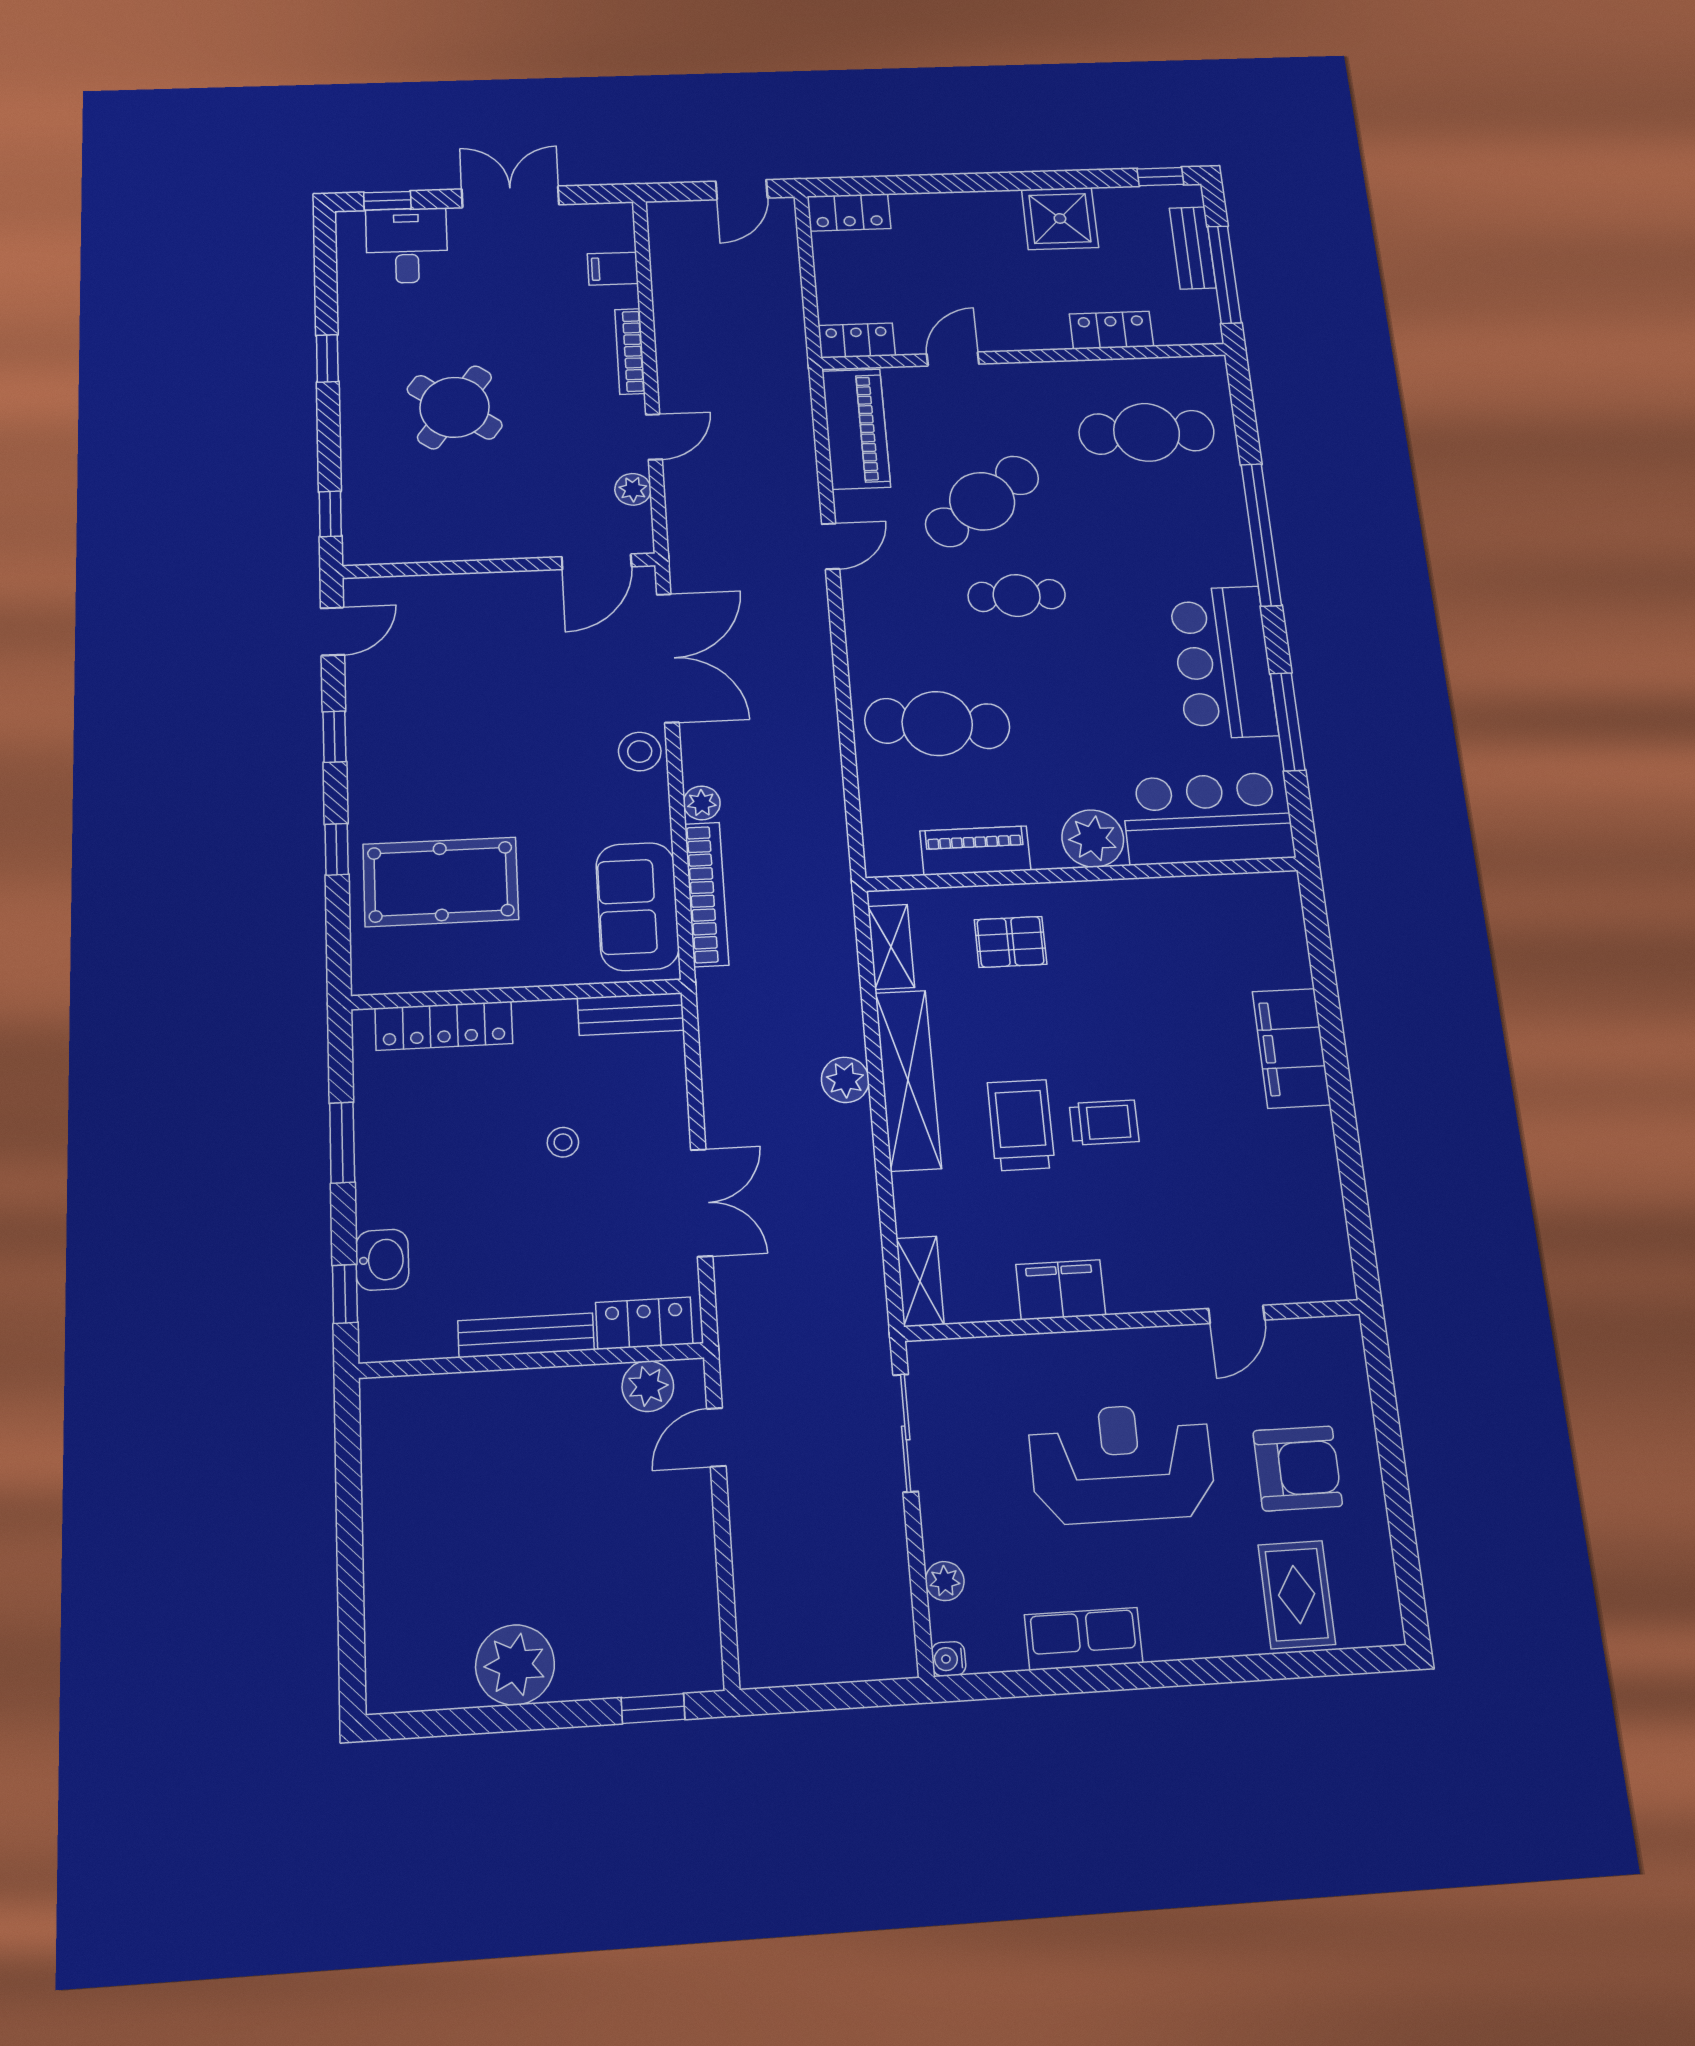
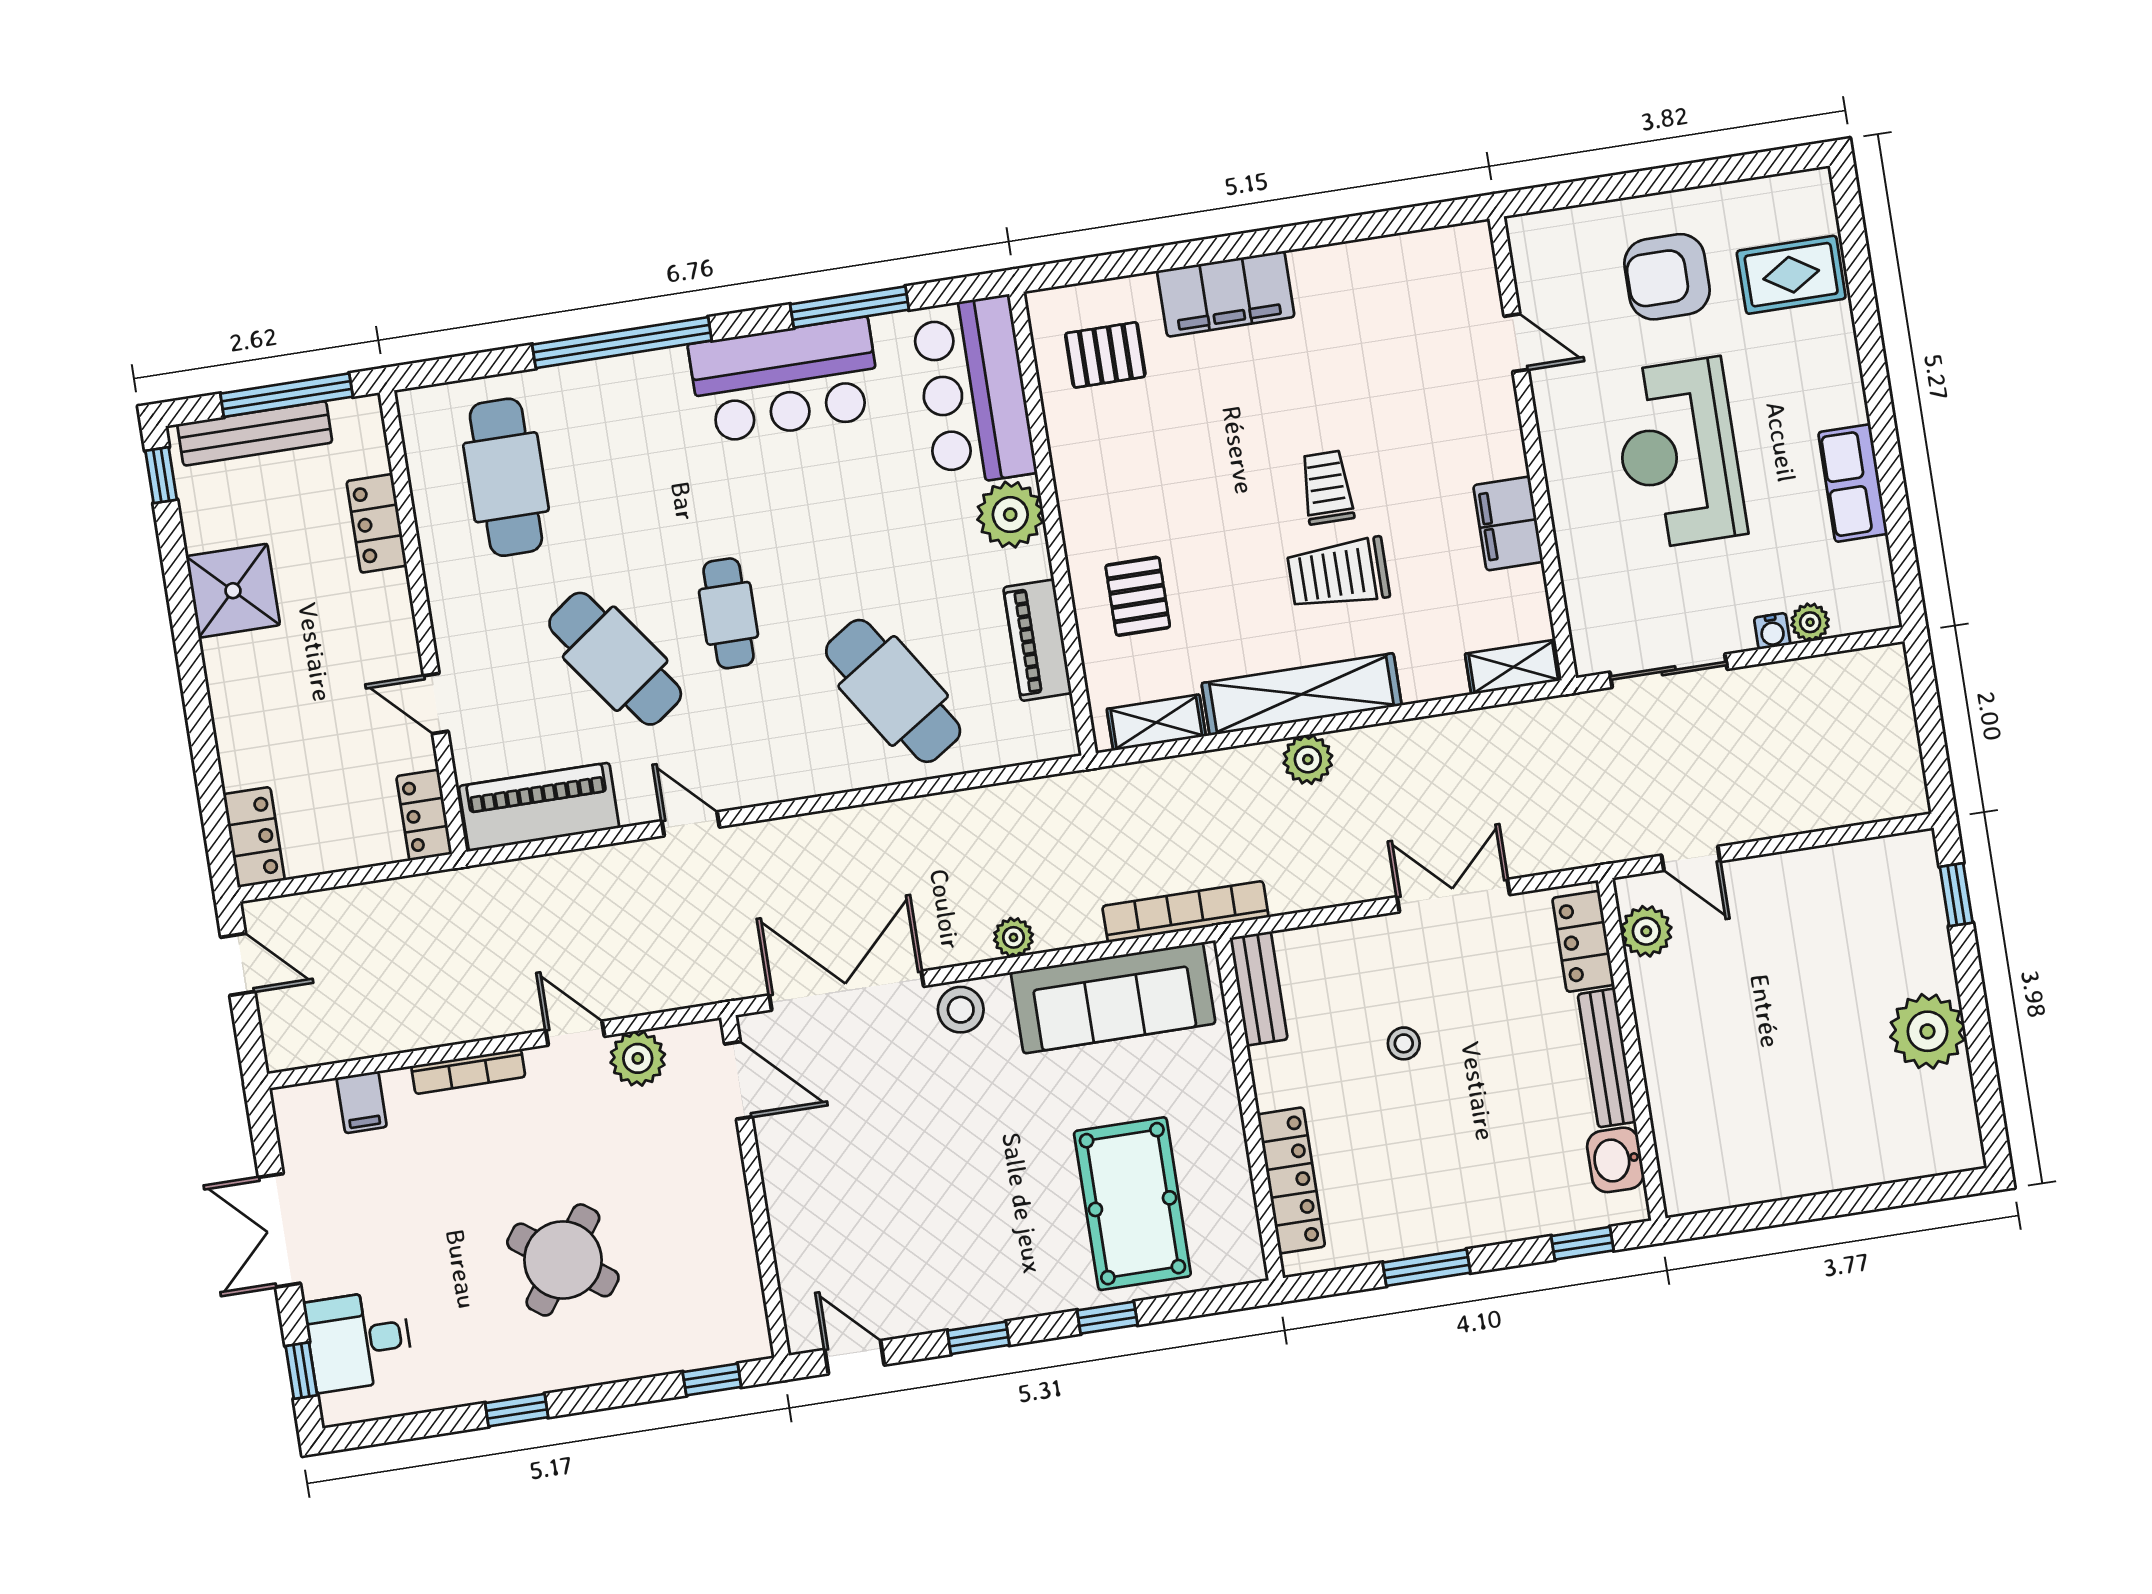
bench: (1193, 248) -> (255, 433), width x1.36
plant: (633, 489) -> (638, 1058), width x1.38, depth x1.38
cafe table: (937, 724) -> (893, 691), turned -39
bookcase: (707, 894) -> (1185, 912), moved
sofa: (637, 906) -> (1113, 998), width x1.36
pallet: (1237, 935) -> (1105, 355), added
washbasin: (382, 1260) -> (1615, 1160), moved, turned -90
armchair: (1298, 1468) -> (1667, 277), turned -90
water cooler: (949, 1659) -> (1772, 631), moved

